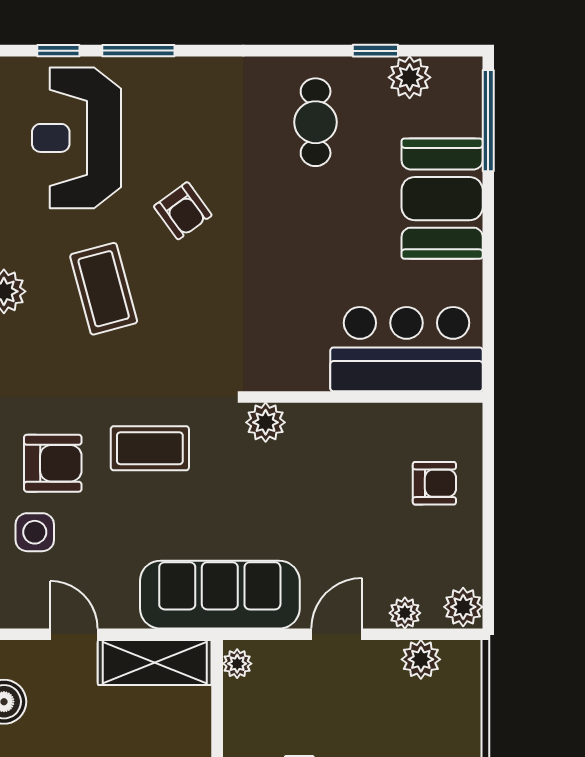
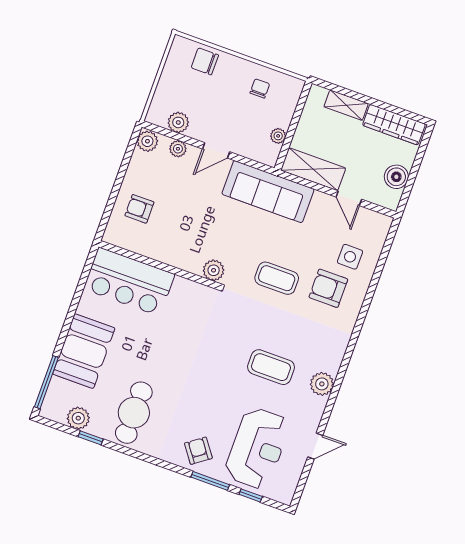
cafe table: (316, 122) -> (134, 413), width x1.37, depth x1.35
armchair: (183, 211) -> (198, 451), moved
coffee table: (104, 289) -> (271, 367), turned -75
plant: (237, 664) -> (278, 136), moved

